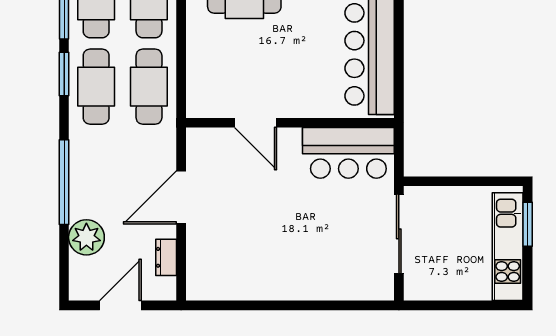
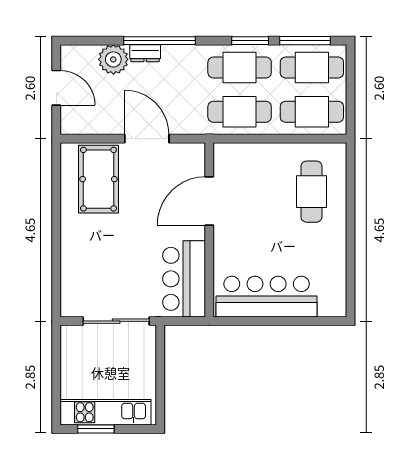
door: (255, 123) -> (209, 201), width x1.36
window: (528, 224) -> (96, 429), moved
pool table: (229, 255) -> (98, 179), added
dresser: (166, 257) -> (145, 53), moved, turned 180

